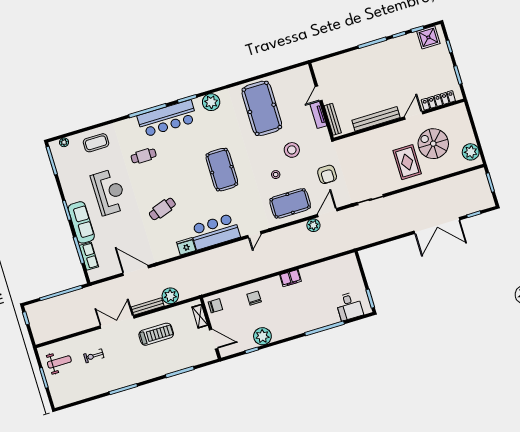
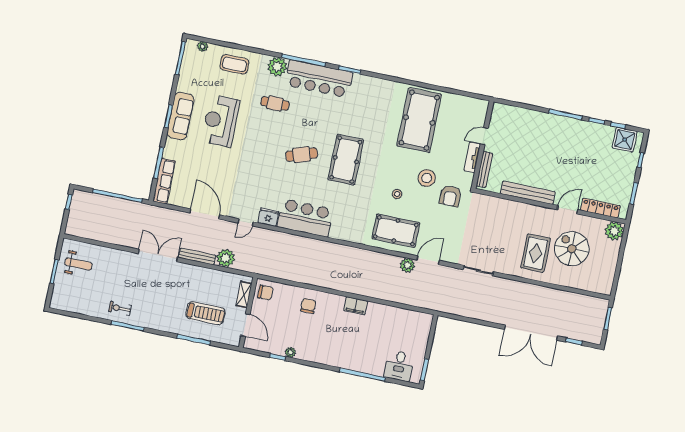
plant: (211, 102) -> (277, 67), moved
plant: (471, 152) -> (614, 231), moved
armchair: (327, 174) -> (450, 196), moved
reception desk: (109, 192) -> (221, 121), turned 180
cafe table: (162, 209) -> (302, 155), moved
sofa: (81, 222) -> (180, 116), moved
door: (254, 235) -> (246, 222), moved
row of seats: (89, 256) -> (164, 181), width x1.48
treadmill: (156, 334) -> (206, 313), moved
plant: (262, 336) -> (290, 352), width x0.53, depth x0.53
exercise bike: (94, 356) -> (120, 308), moved

